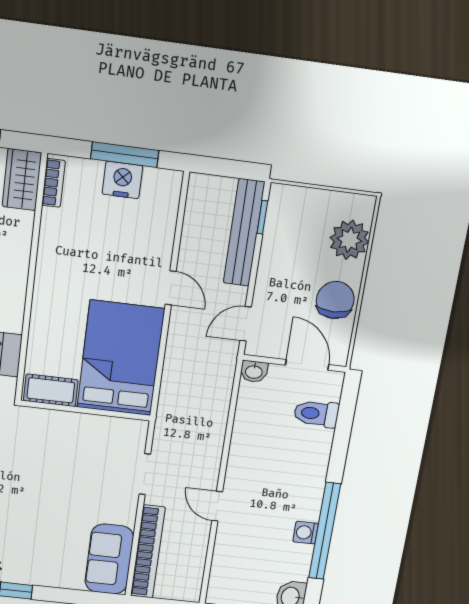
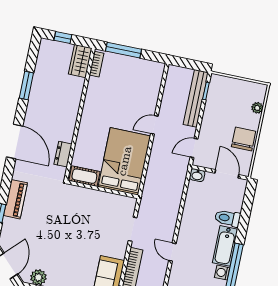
window: (125, 155) -> (124, 50), moved
nightstand: (122, 180) -> (133, 65), removed
plant: (349, 240) -> (257, 108), width x0.53, depth x0.53
door: (171, 288) -> (154, 125), swing flipped
toilet: (316, 414) -> (228, 218), moved
bathtub: (309, 488) -> (225, 246), added

